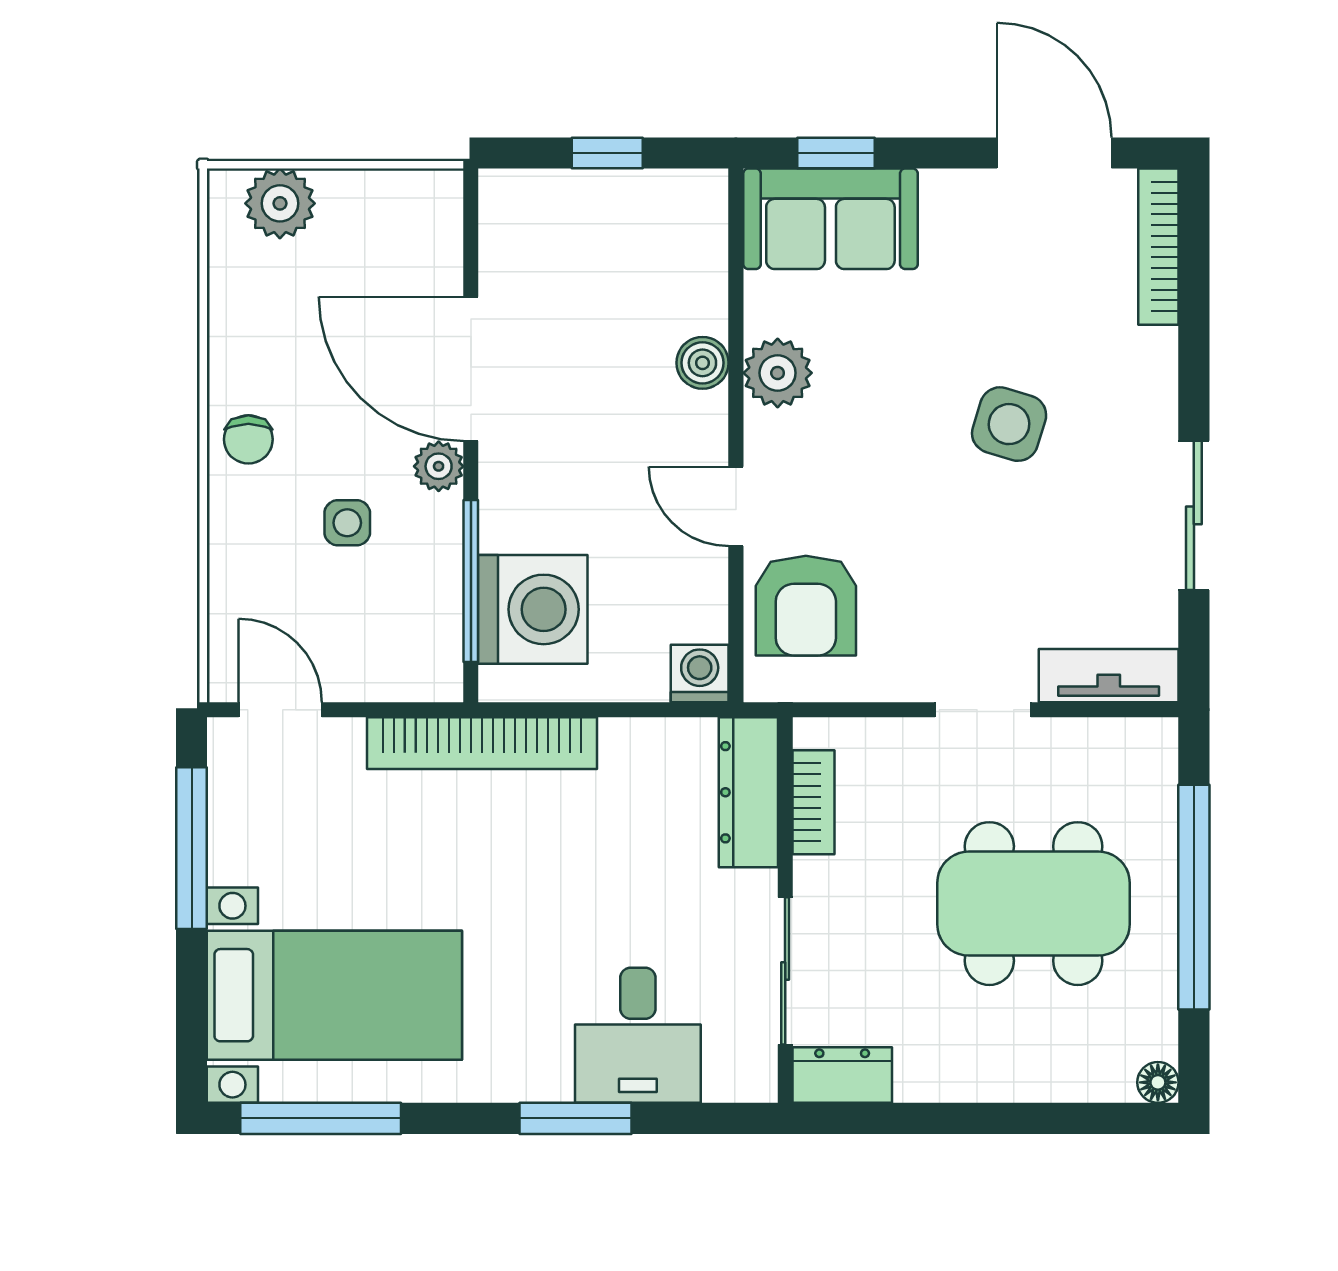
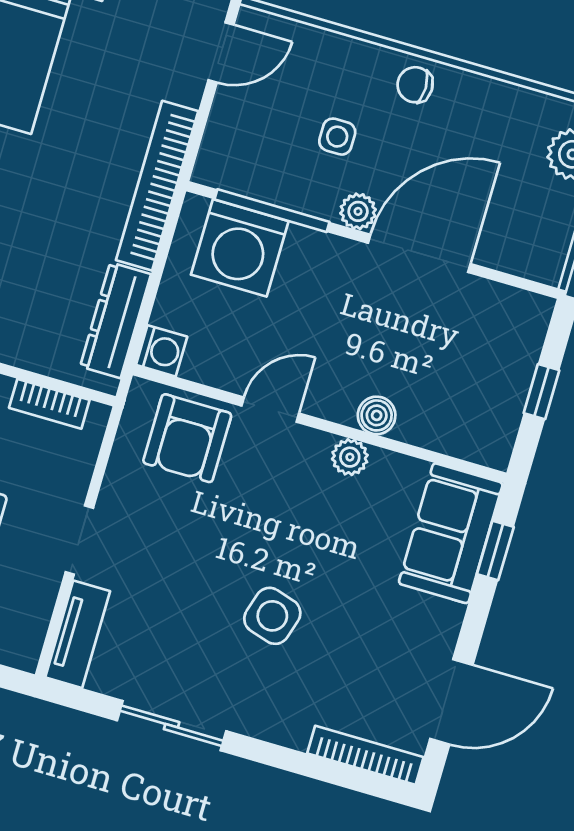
plant: (778, 373) -> (350, 457), width x0.73, depth x0.73
armchair: (806, 606) -> (187, 438), turned -90
dresser: (748, 792) -> (115, 320), moved, turned -90

